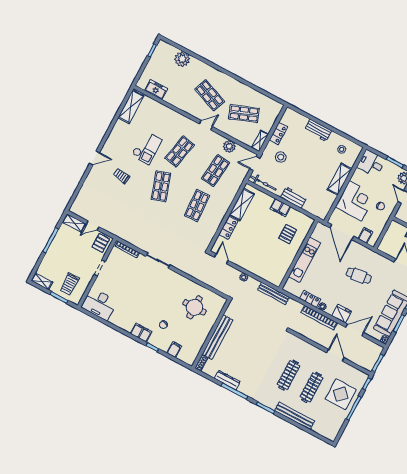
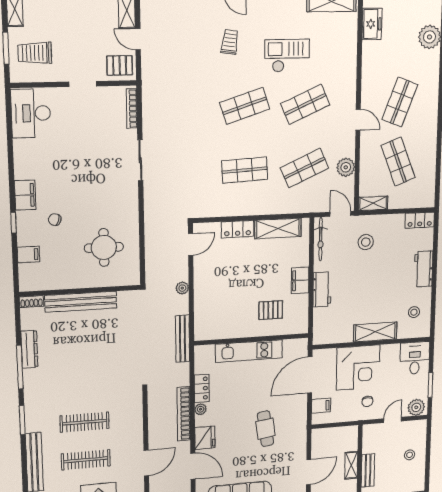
locker: (278, 133) -> (420, 220), moved
checkout: (147, 148) -> (287, 56), turned 180
shop shelf: (180, 151) -> (305, 104), turned -36
shop shelf: (216, 171) -> (305, 168), turned -30

